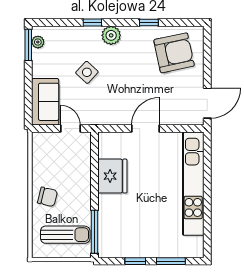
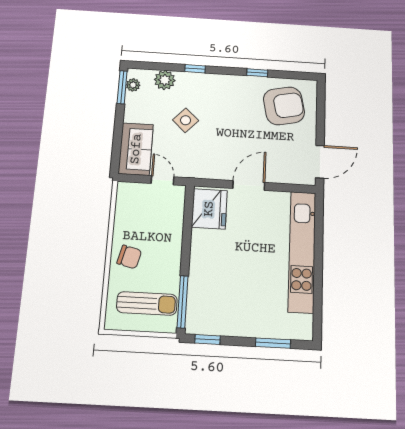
plant: (111, 35) -> (165, 80), moved
fridge: (112, 176) -> (209, 209), moved
window: (135, 261) -> (207, 340), moved

